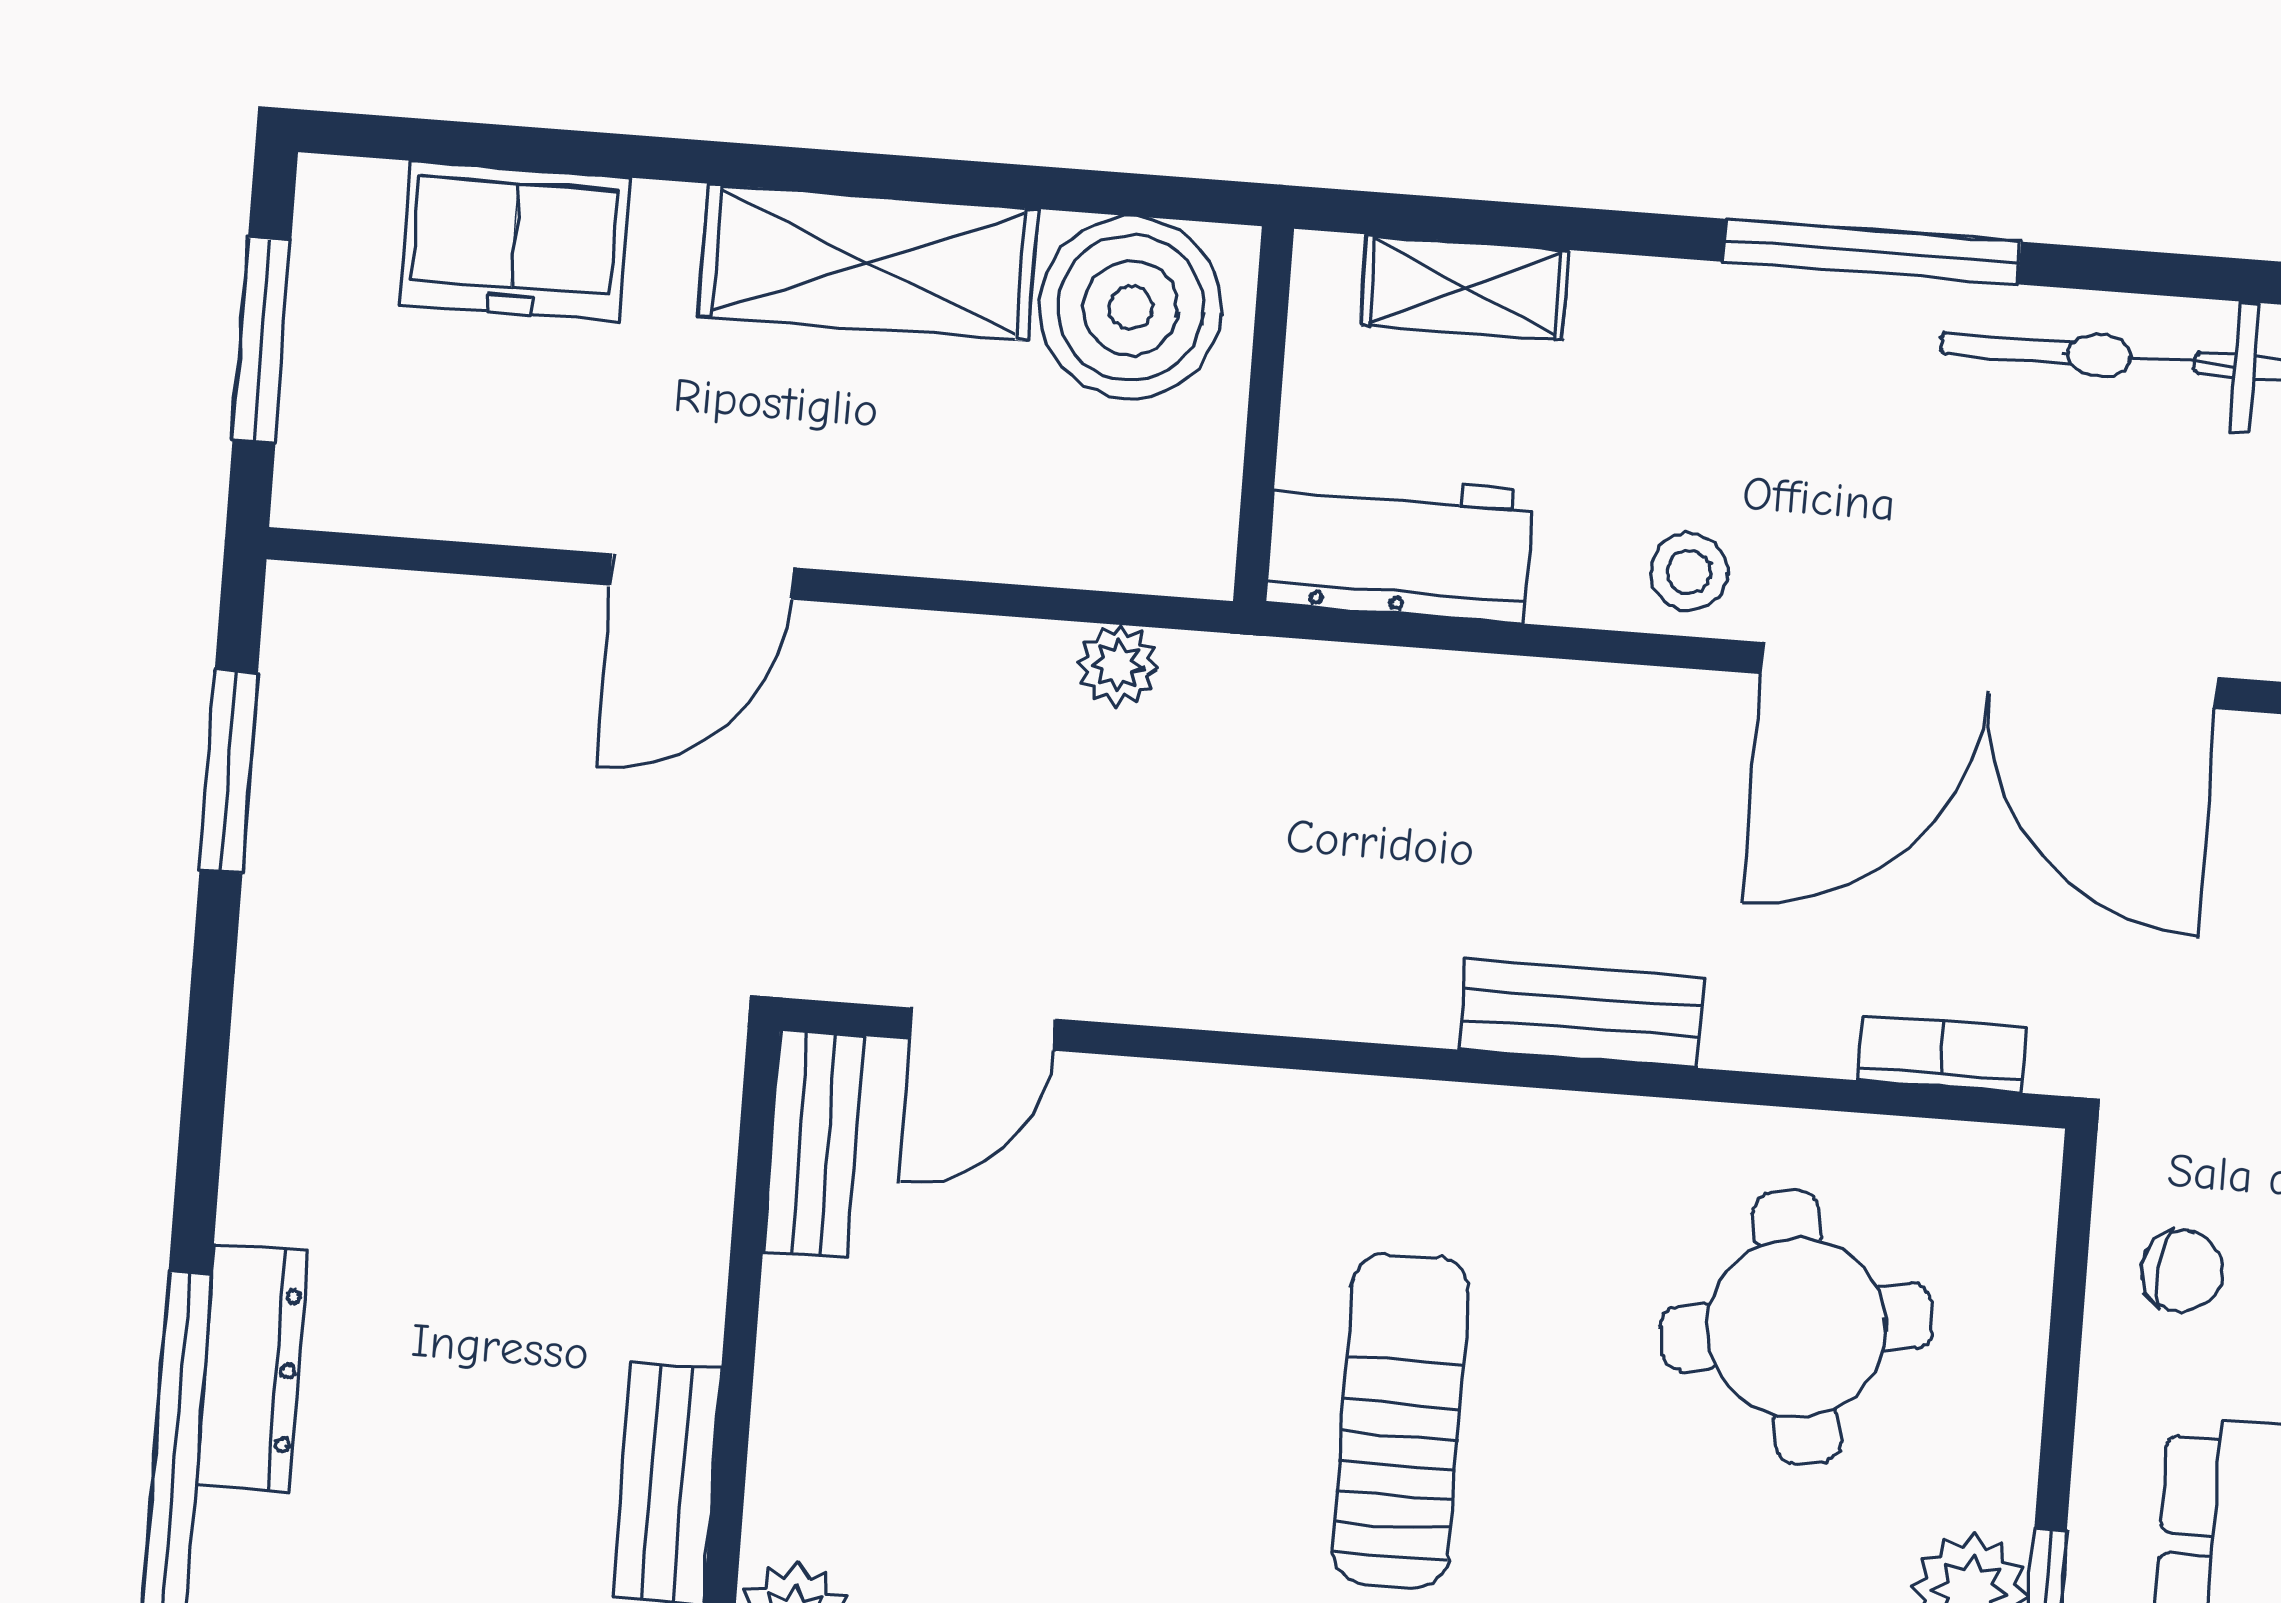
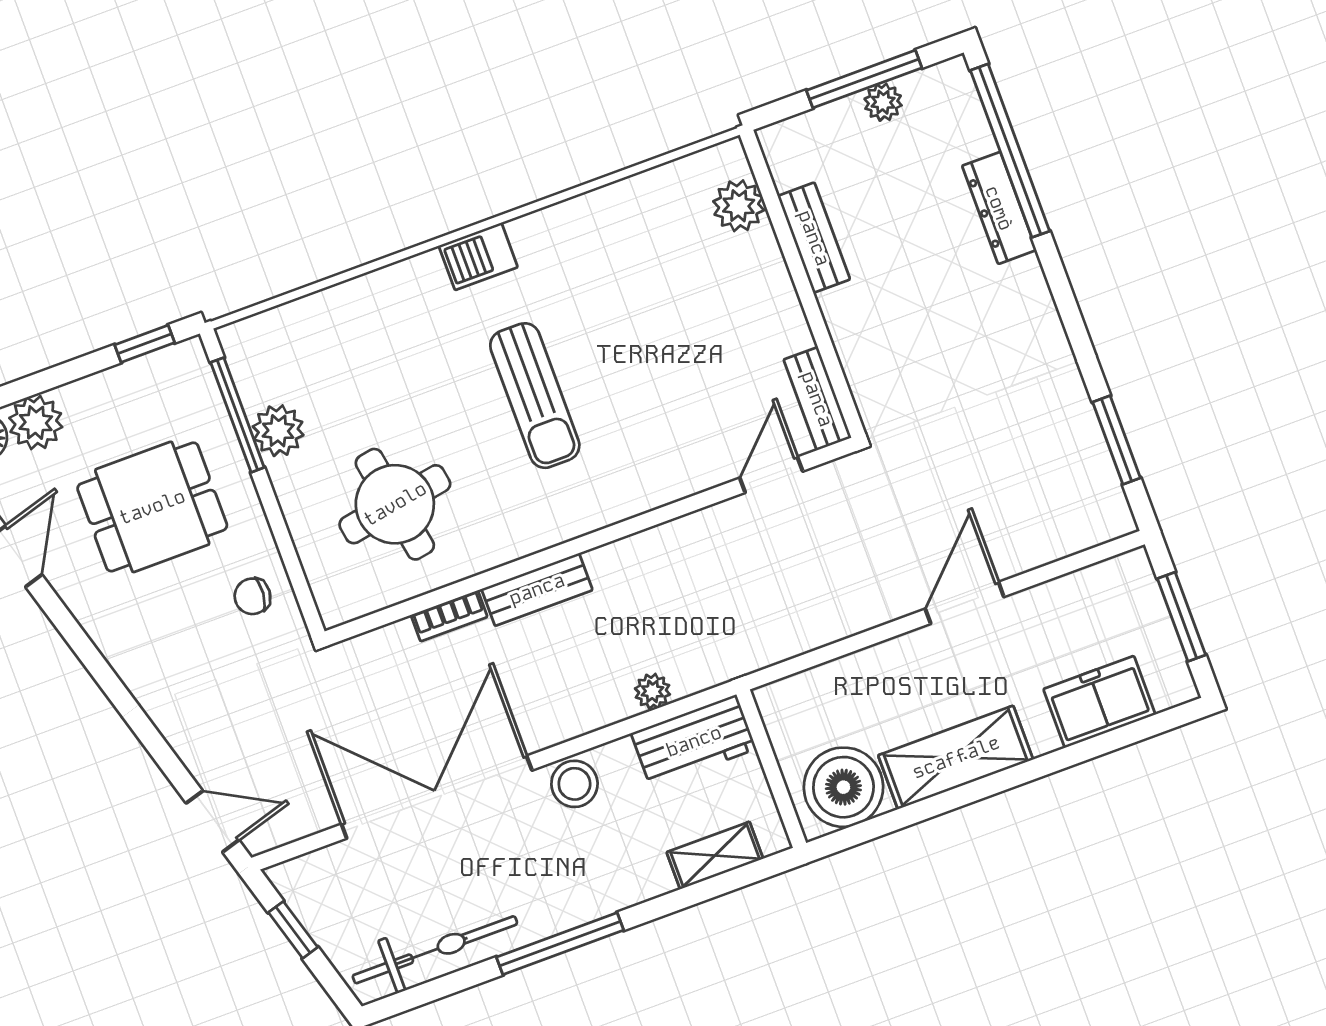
stool: (1689, 572) -> (574, 784), width x1.37, depth x1.37
plant: (1118, 666) -> (652, 691), moved
bookcase: (1942, 1054) -> (449, 616), moved

